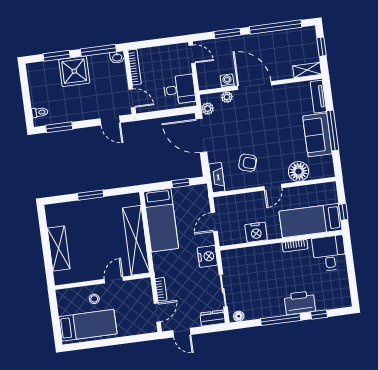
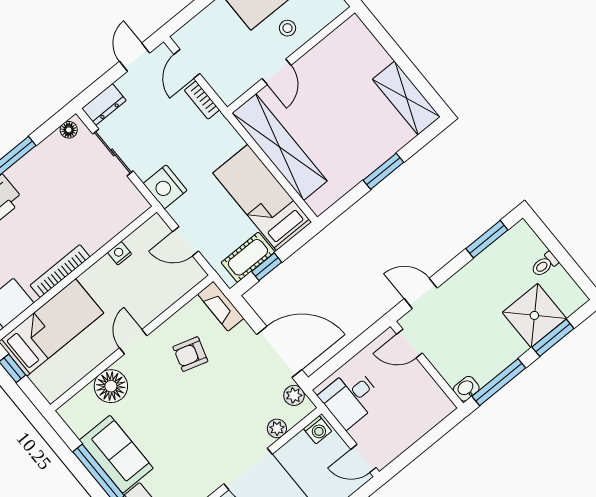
bookcase: (135, 67) -> (433, 390), removed
shower: (74, 71) -> (534, 315), moved
washing machine: (227, 81) -> (318, 430), moved
toilet: (40, 112) -> (545, 264), moved
cot: (187, 194) -> (248, 257), added
door: (214, 222) -> (186, 241), swing flipped
nightstand: (256, 232) -> (120, 253), width x0.53, depth x0.56
bookcase: (295, 246) -> (60, 271), width x1.56
shelving: (59, 248) -> (406, 98), moved
door: (182, 333) -> (135, 57), hinge flipped

